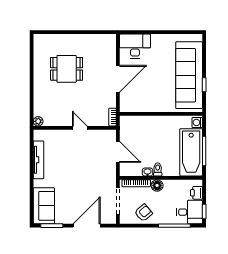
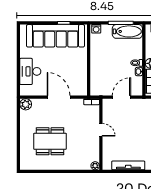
plant: (109, 41) -> (26, 104), added
desk: (135, 46) -> (30, 71), moved
dining table: (67, 69) -> (50, 141), width x1.38
door: (80, 128) -> (101, 130), swing flipped
bathtub: (191, 152) -> (127, 31), width x0.73, depth x0.73

